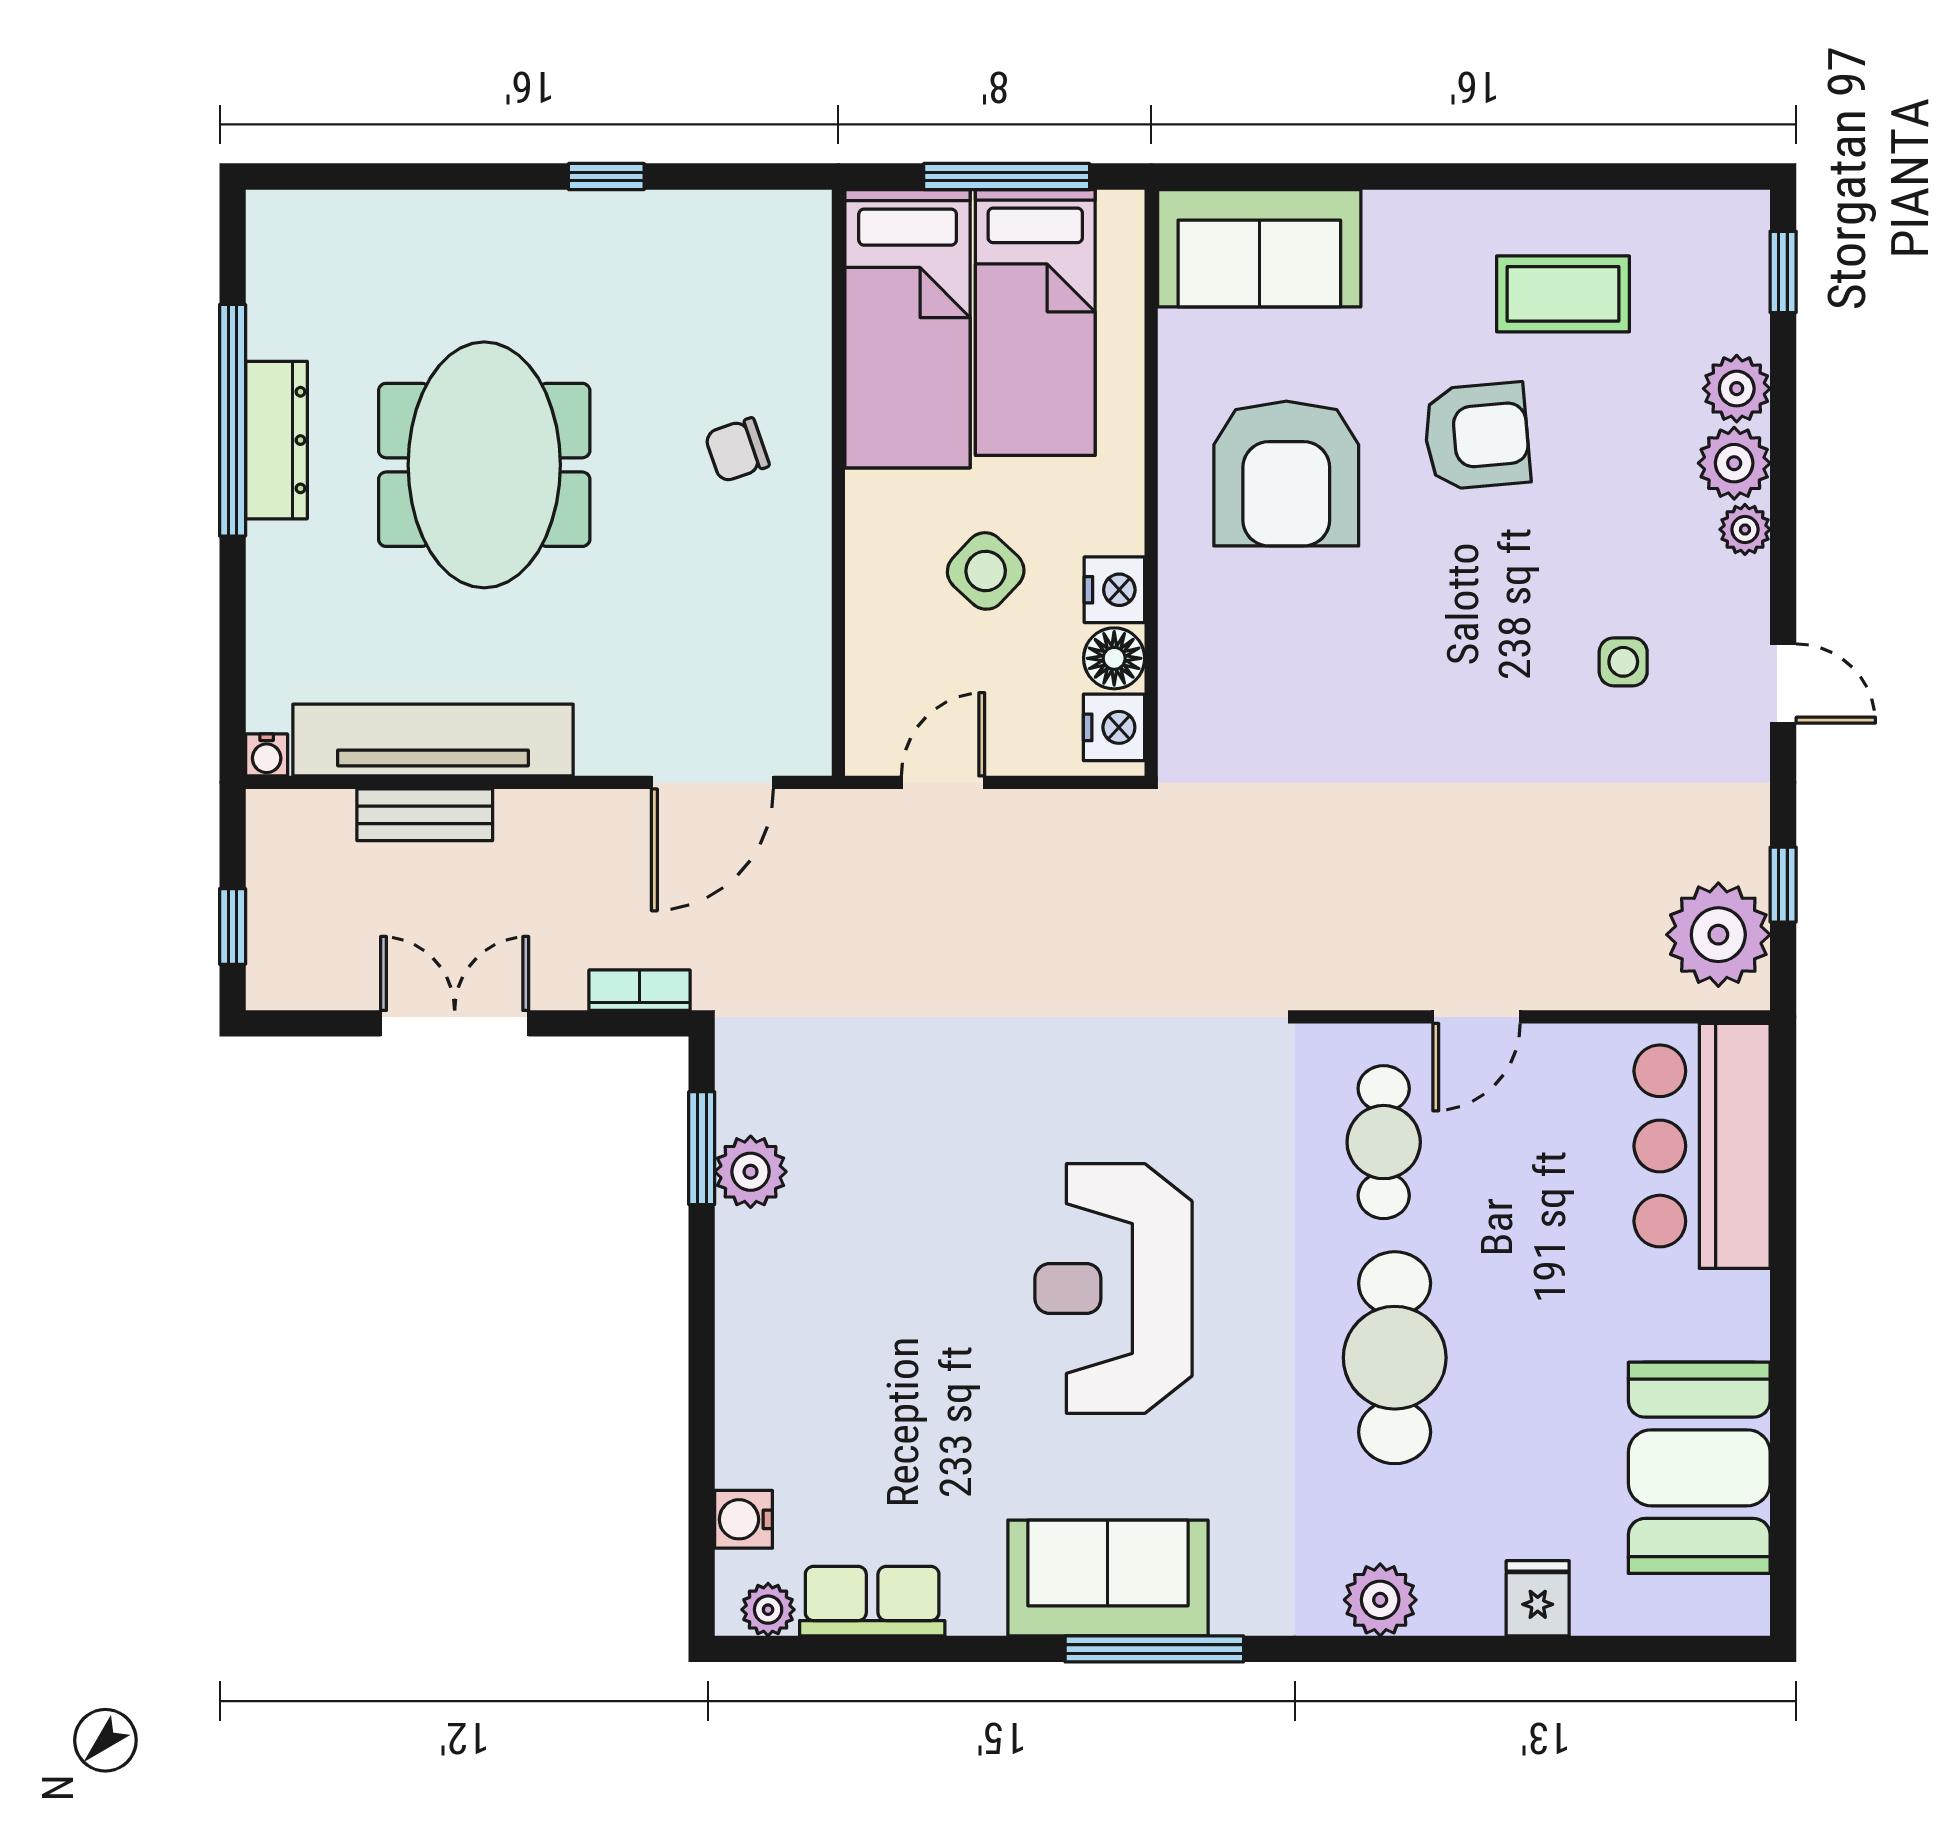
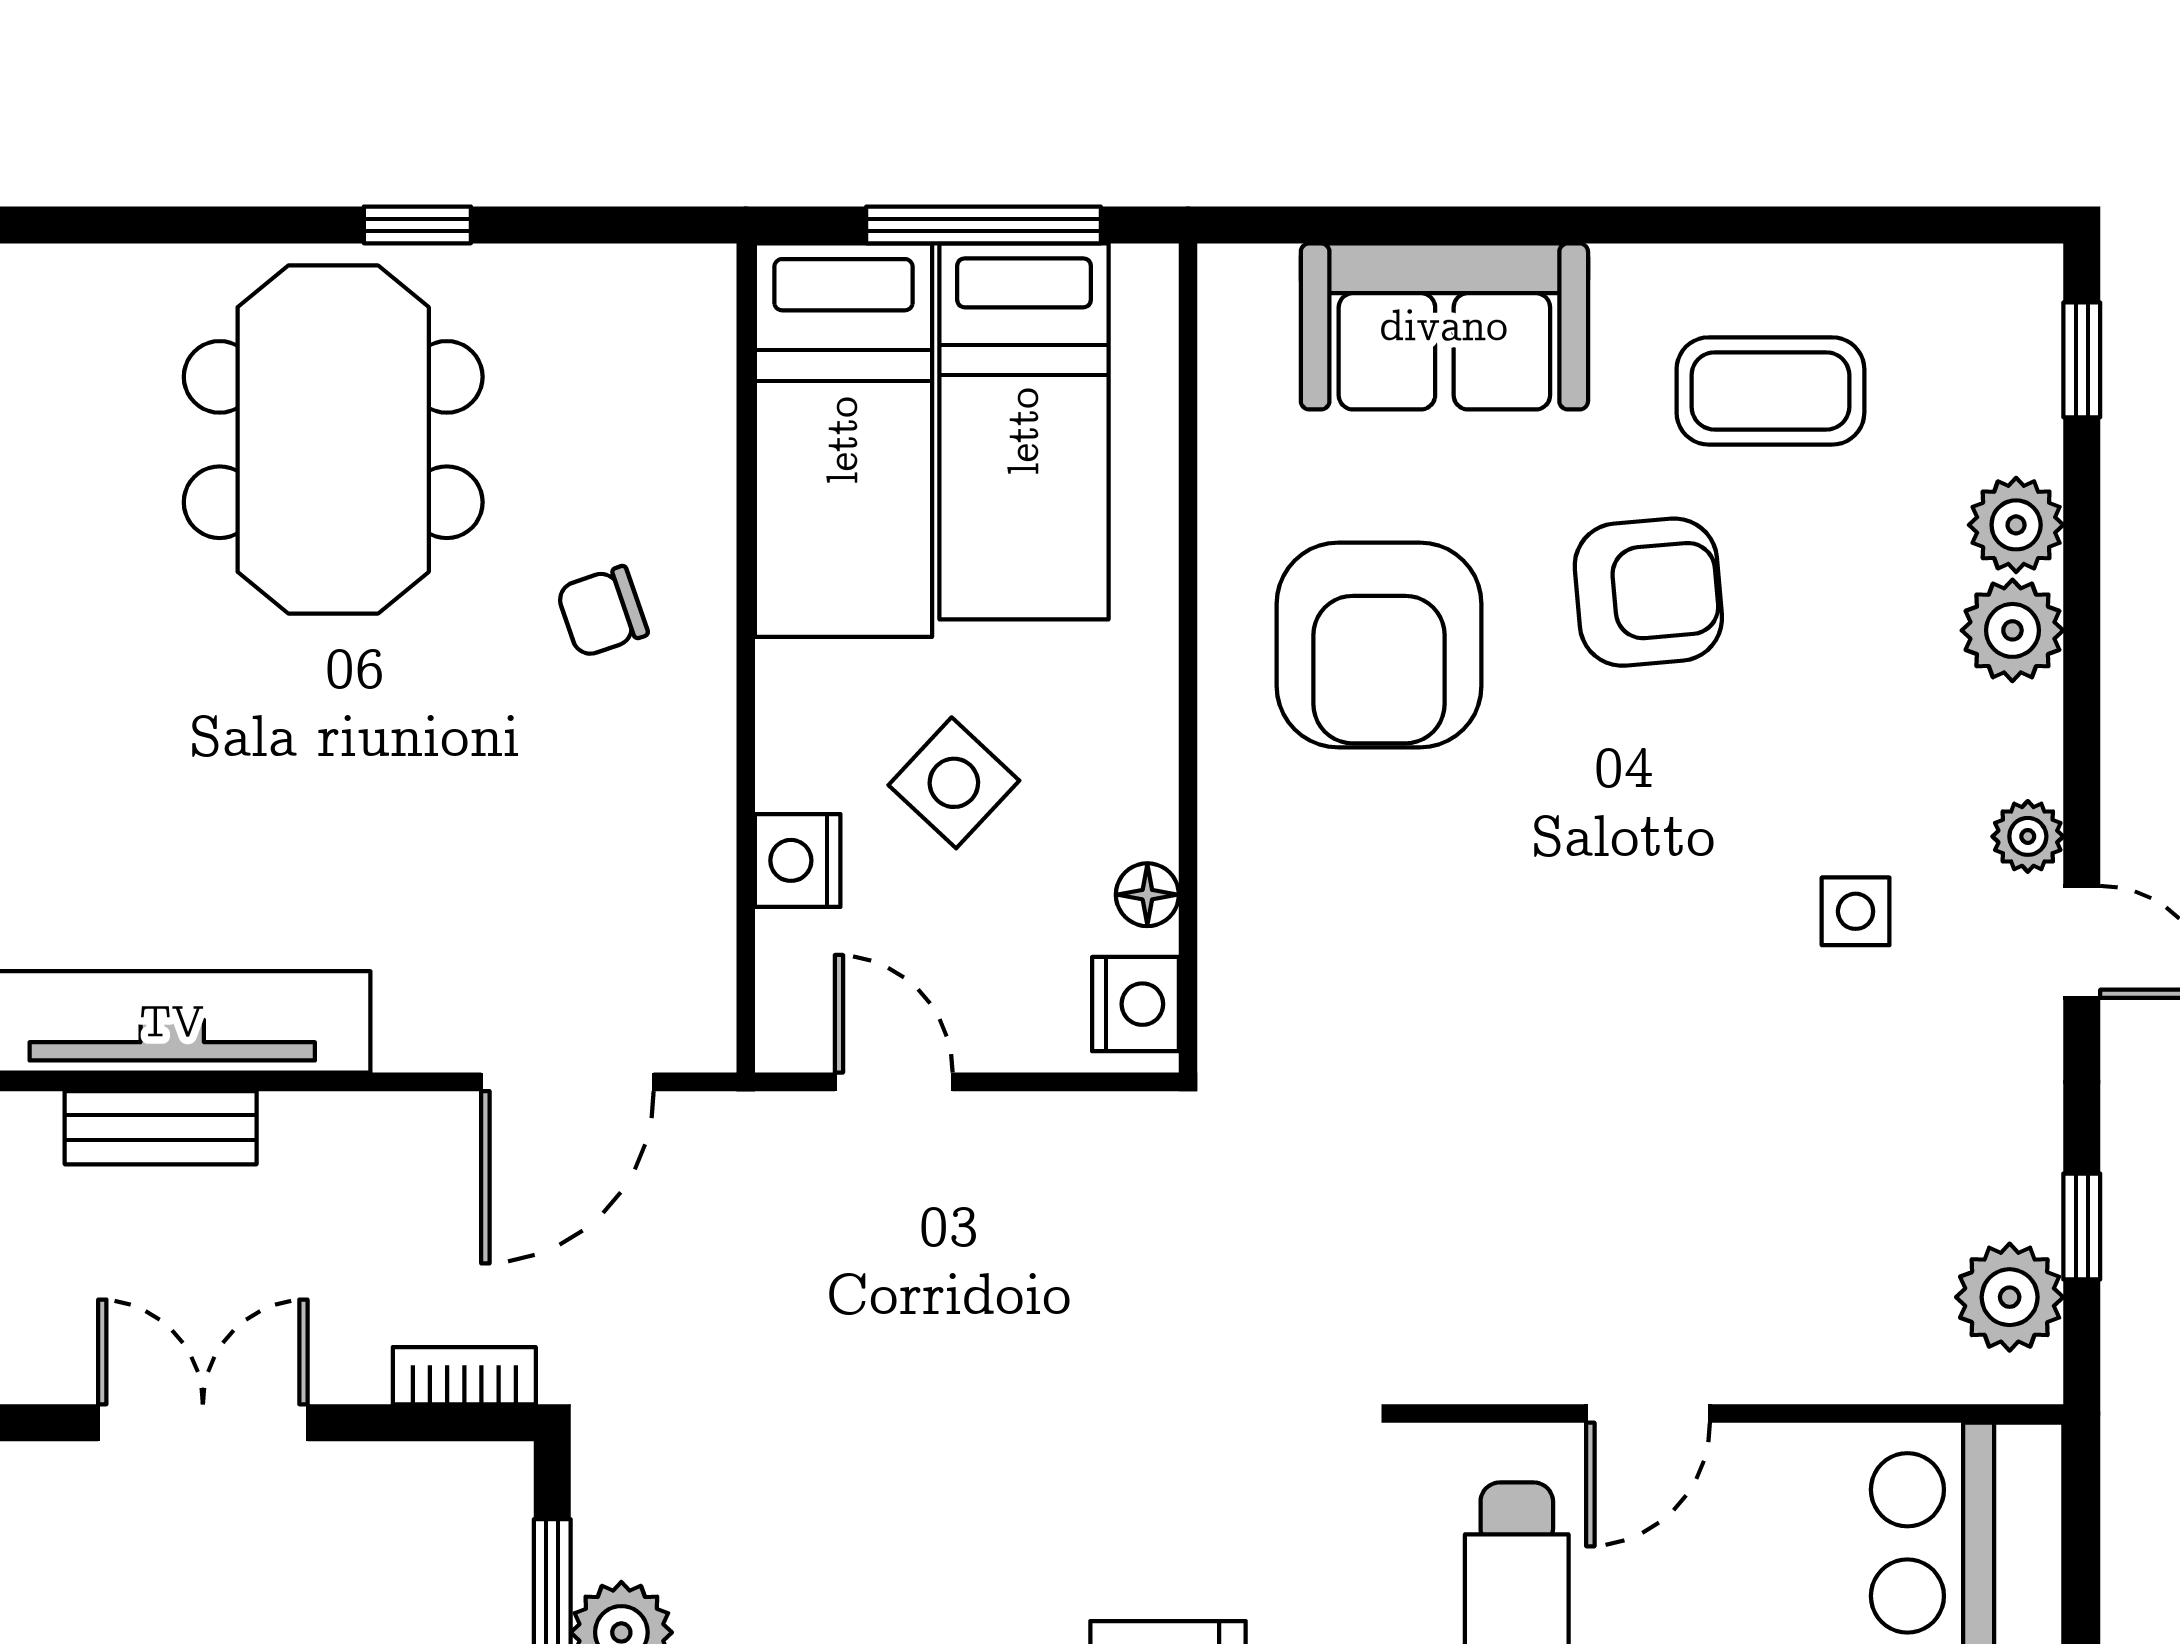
sofa: (1259, 248) -> (1444, 326), moved
meeting table: (484, 465) -> (333, 440), moved
plant: (1745, 529) -> (2028, 836), moved
nightstand: (1114, 590) -> (798, 860), moved, turned 180
floor lamp: (1114, 658) -> (1147, 895), width x0.73, depth x0.73
door: (943, 782) -> (894, 1082), hinge flipped
plant: (1718, 935) -> (2010, 1297), width x0.73, depth x0.73

